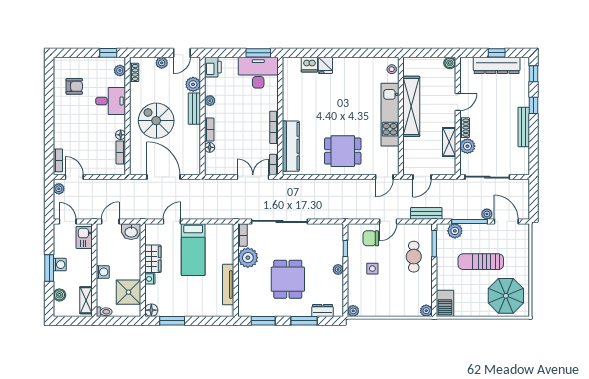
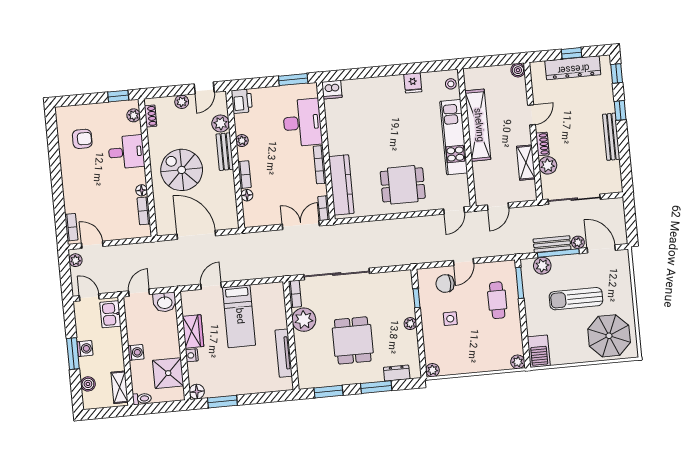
dishwasher: (309, 65) -> (332, 90), moved
fridge: (325, 65) -> (413, 83), moved
desk: (258, 73) -> (302, 123), moved, turned 90
bench: (426, 213) -> (552, 244), moved

